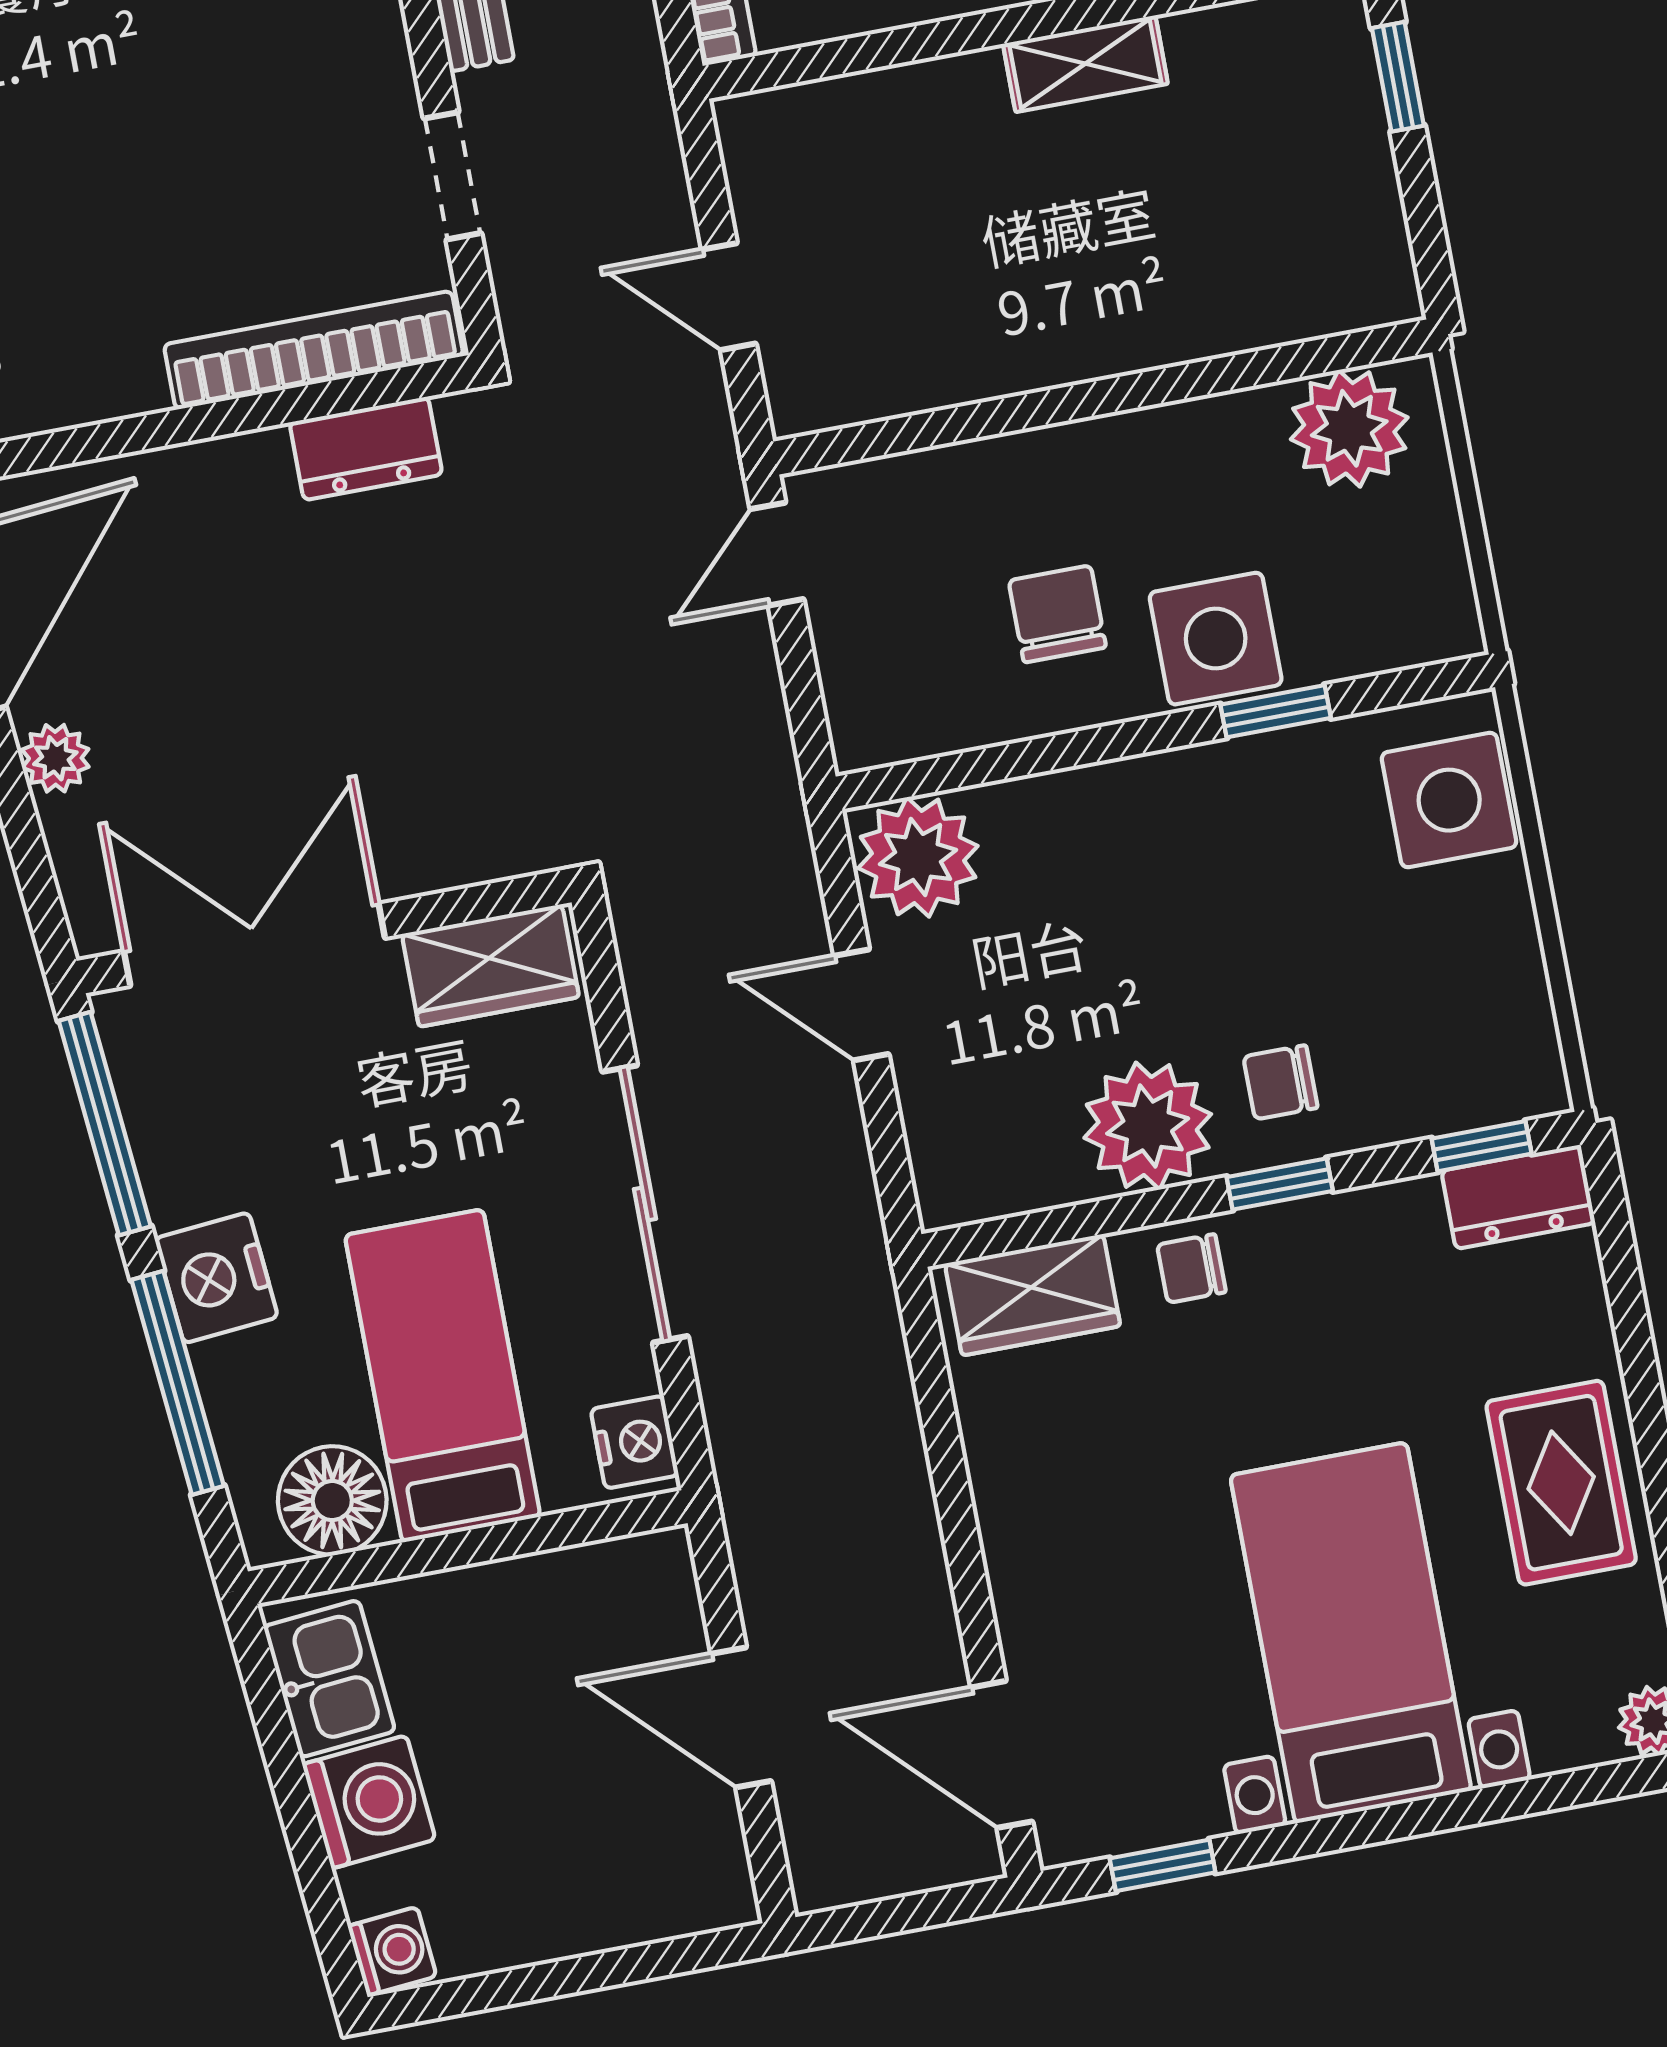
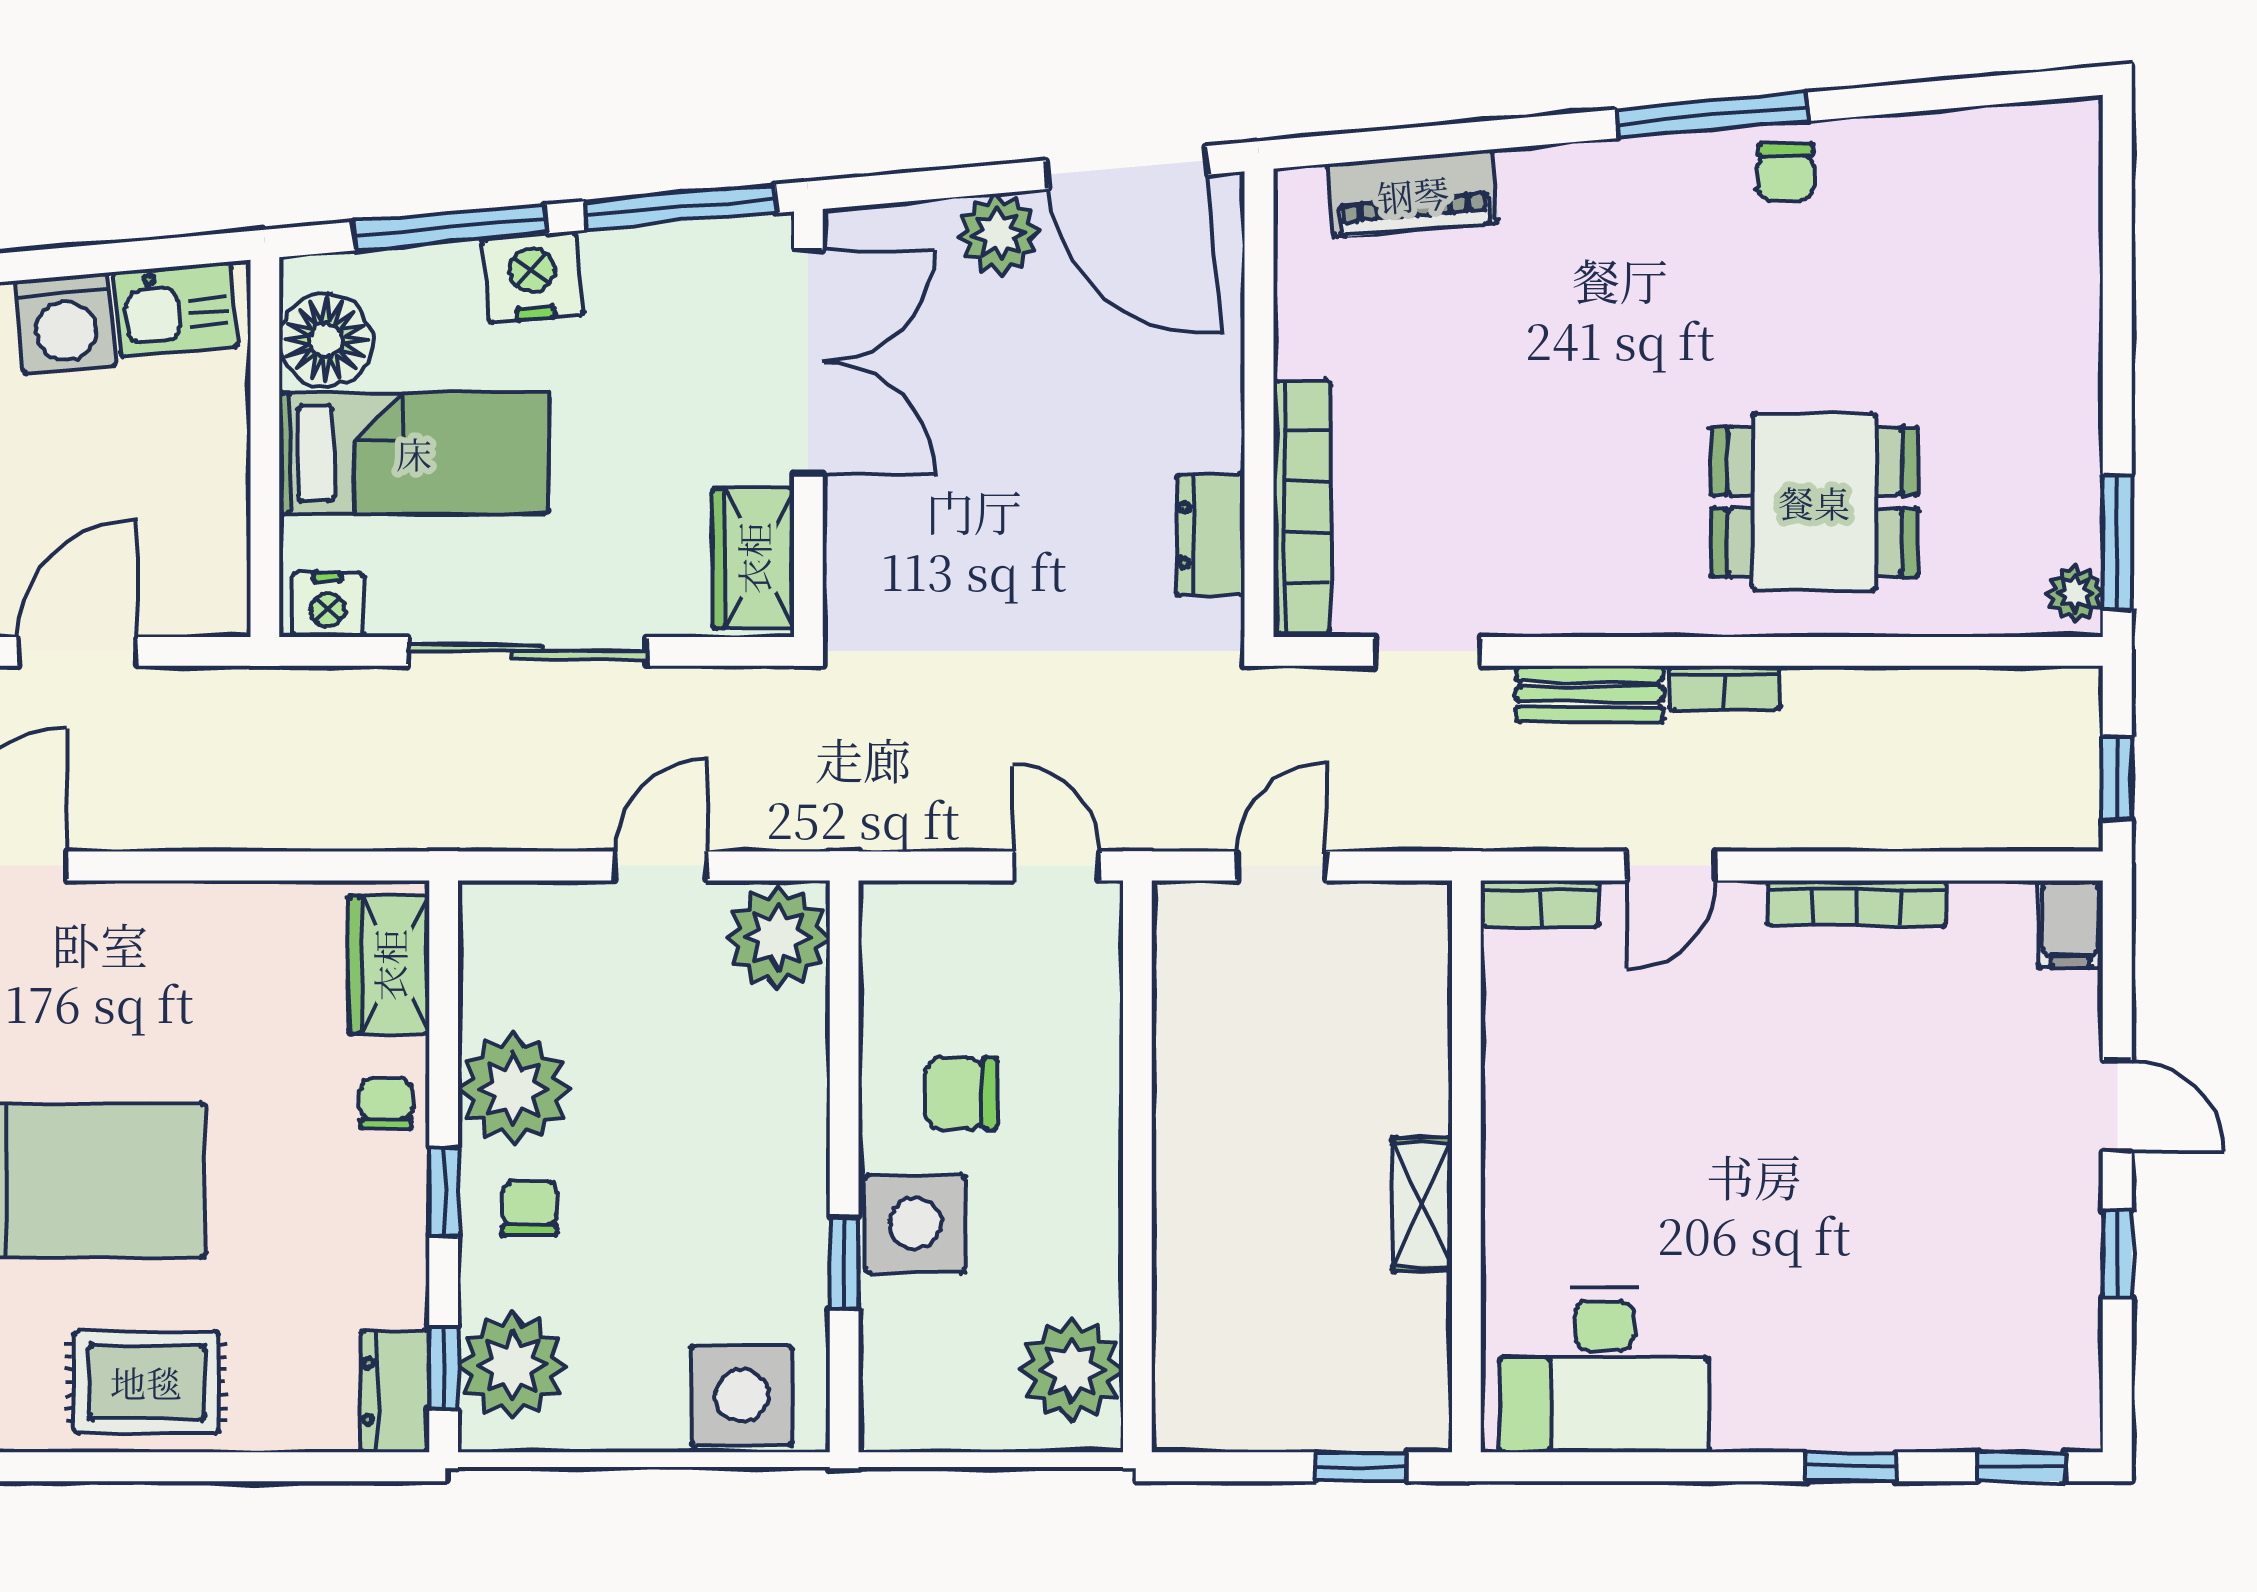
chair: (1057, 614) -> (961, 1094), turned 180
plant: (55, 758) -> (999, 234), width x1.38, depth x1.38
plant: (1464, 1069) -> (512, 1365), added

